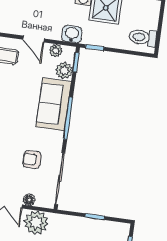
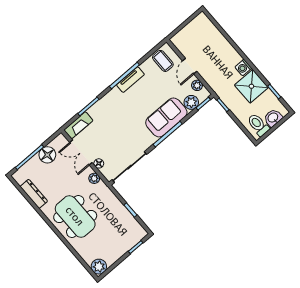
washbasin: (72, 34) -> (273, 118), moved, turned -90
armchair: (32, 160) -> (123, 140), removed
plant: (36, 222) -> (94, 178), width x0.53, depth x0.53

